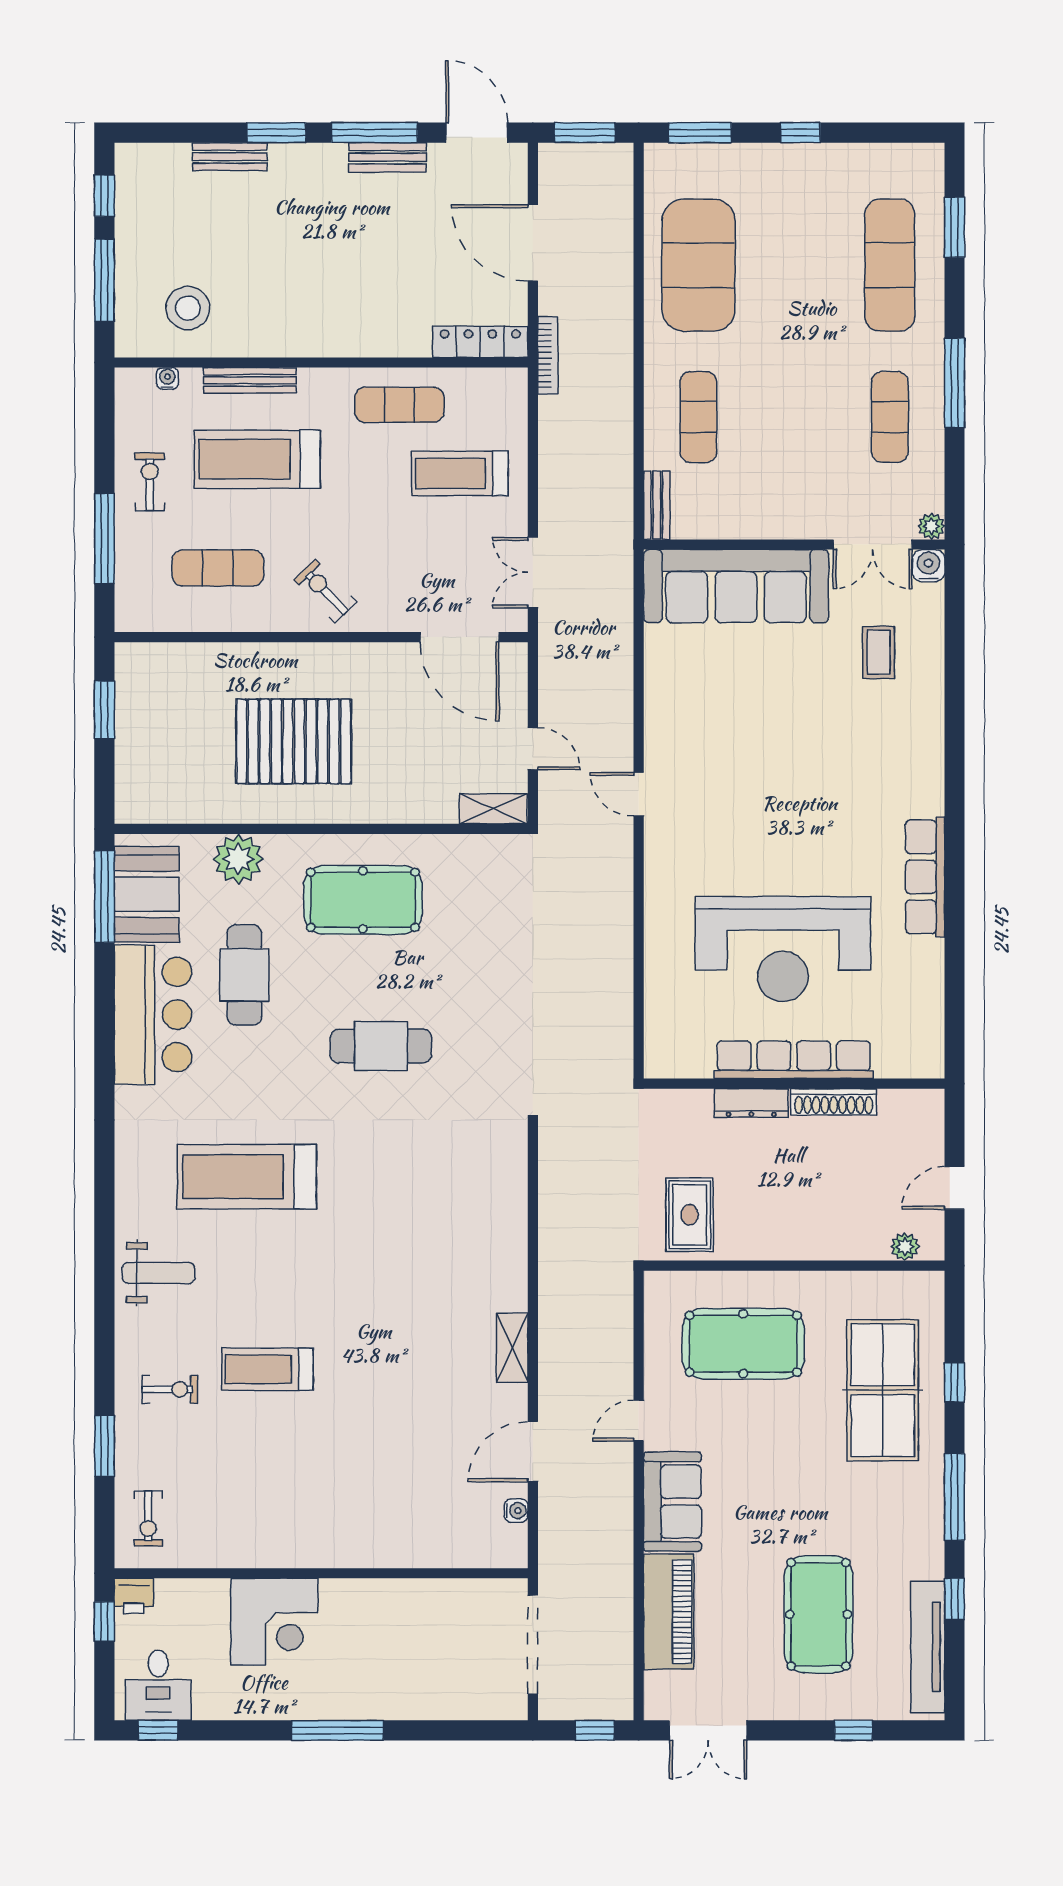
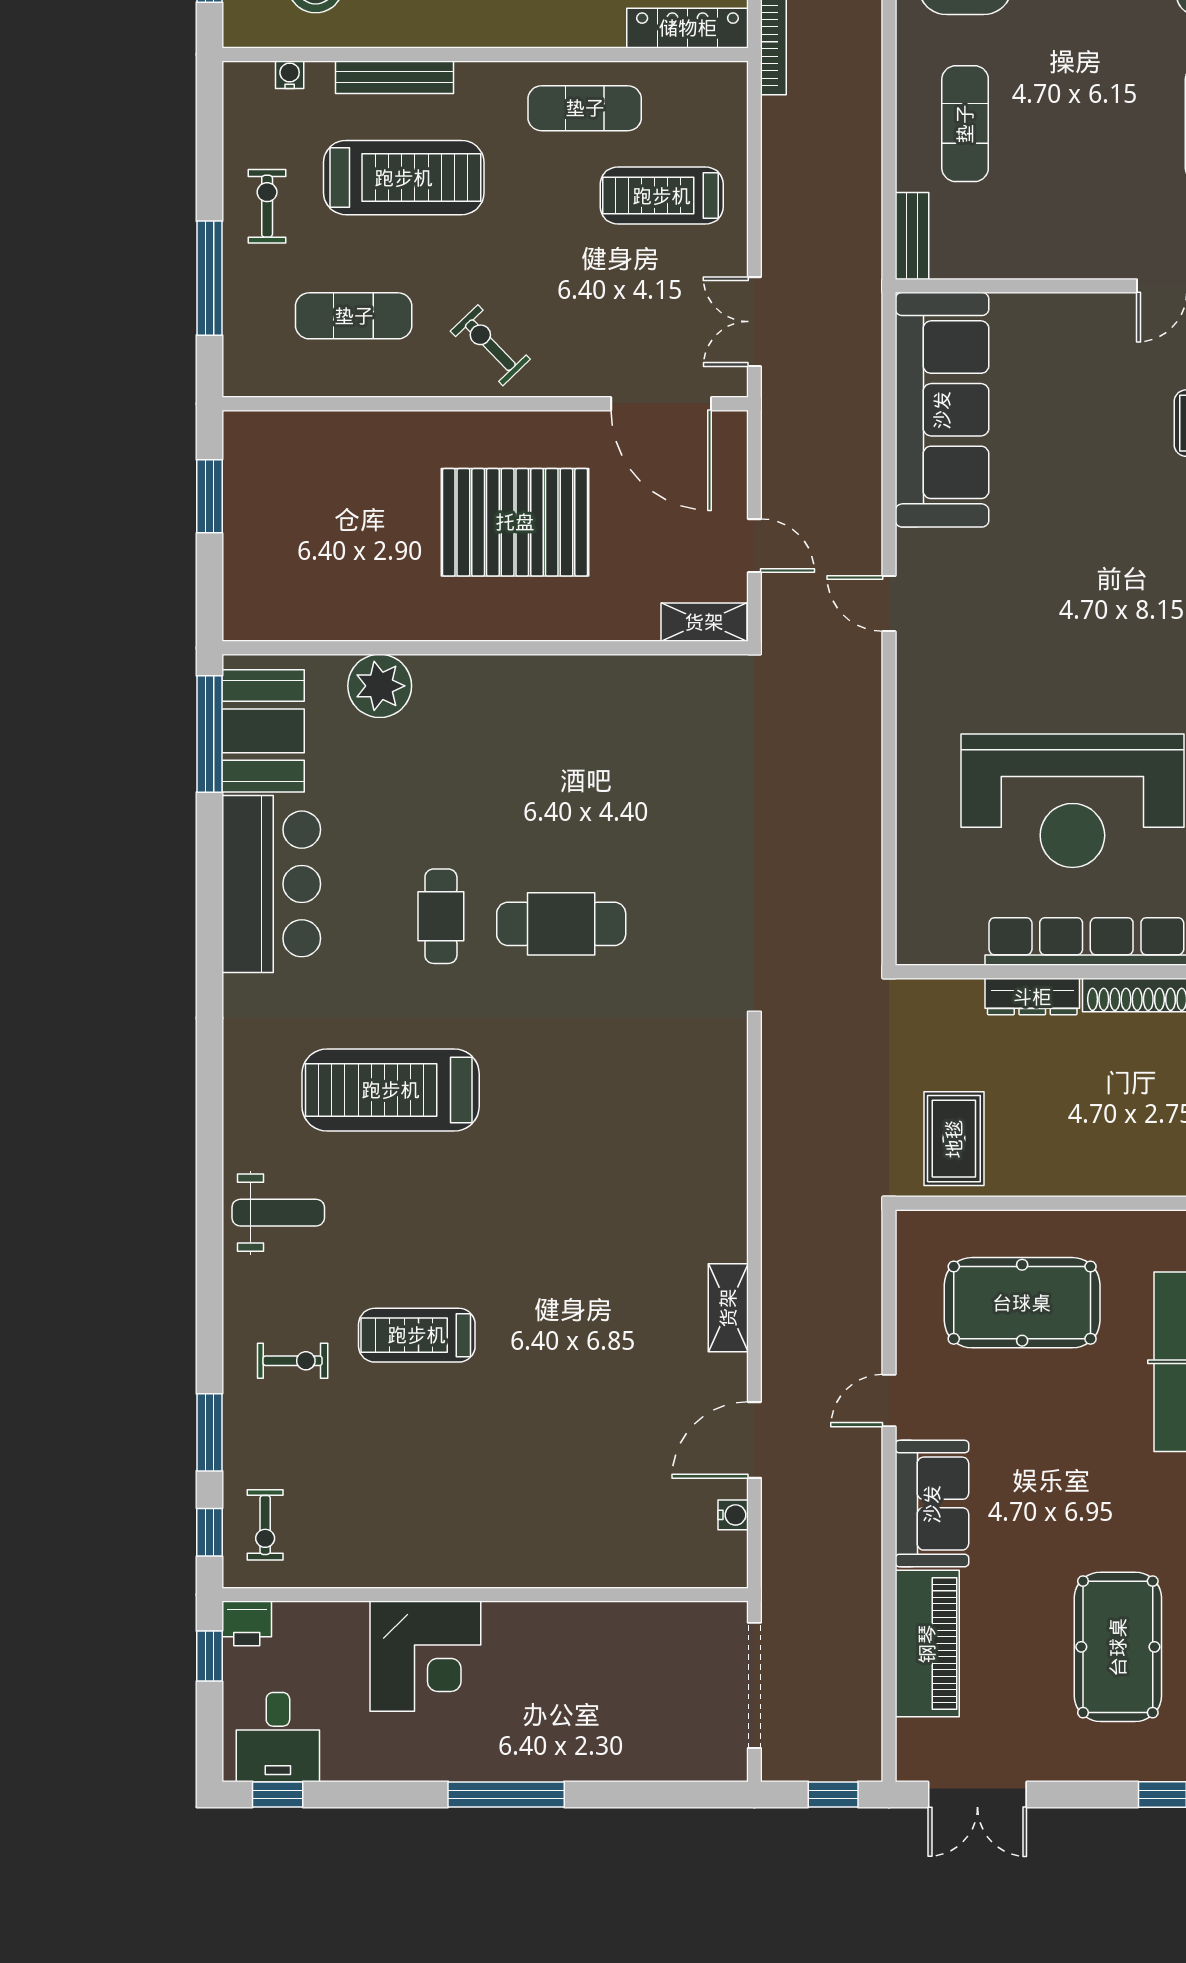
treadmill: (257, 459) -> (404, 178), turned 180
sofa: (736, 586) -> (942, 410), moved, turned -90
pallet: (294, 741) -> (515, 522), moved
pool table: (363, 900) -> (538, 738), removed
cafe table: (244, 975) -> (441, 916), moved, width x0.73, depth x0.74
window: (104, 1524) -> (209, 1532), added

